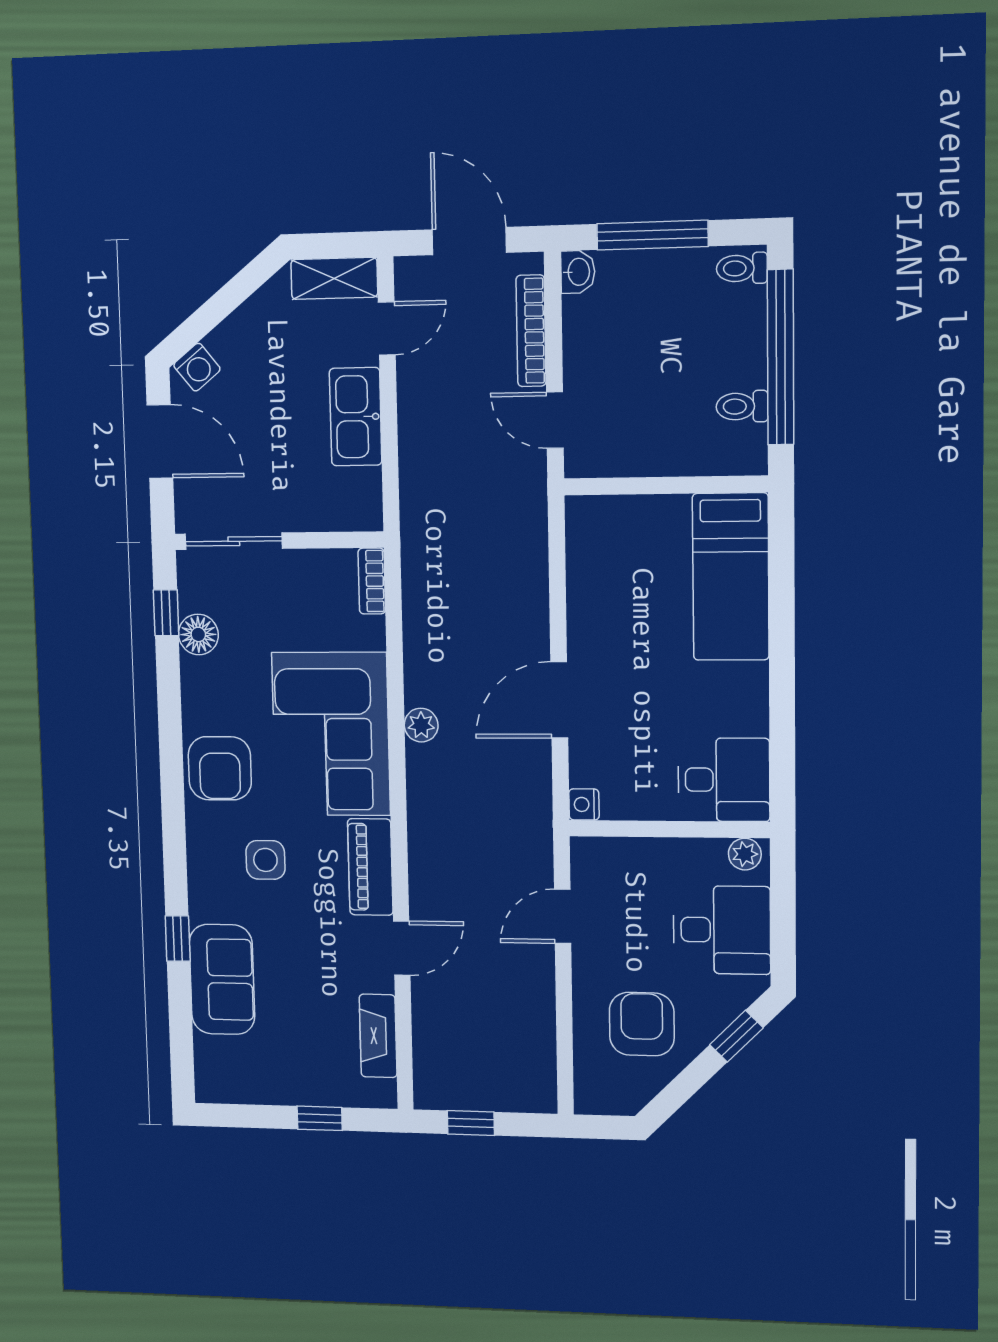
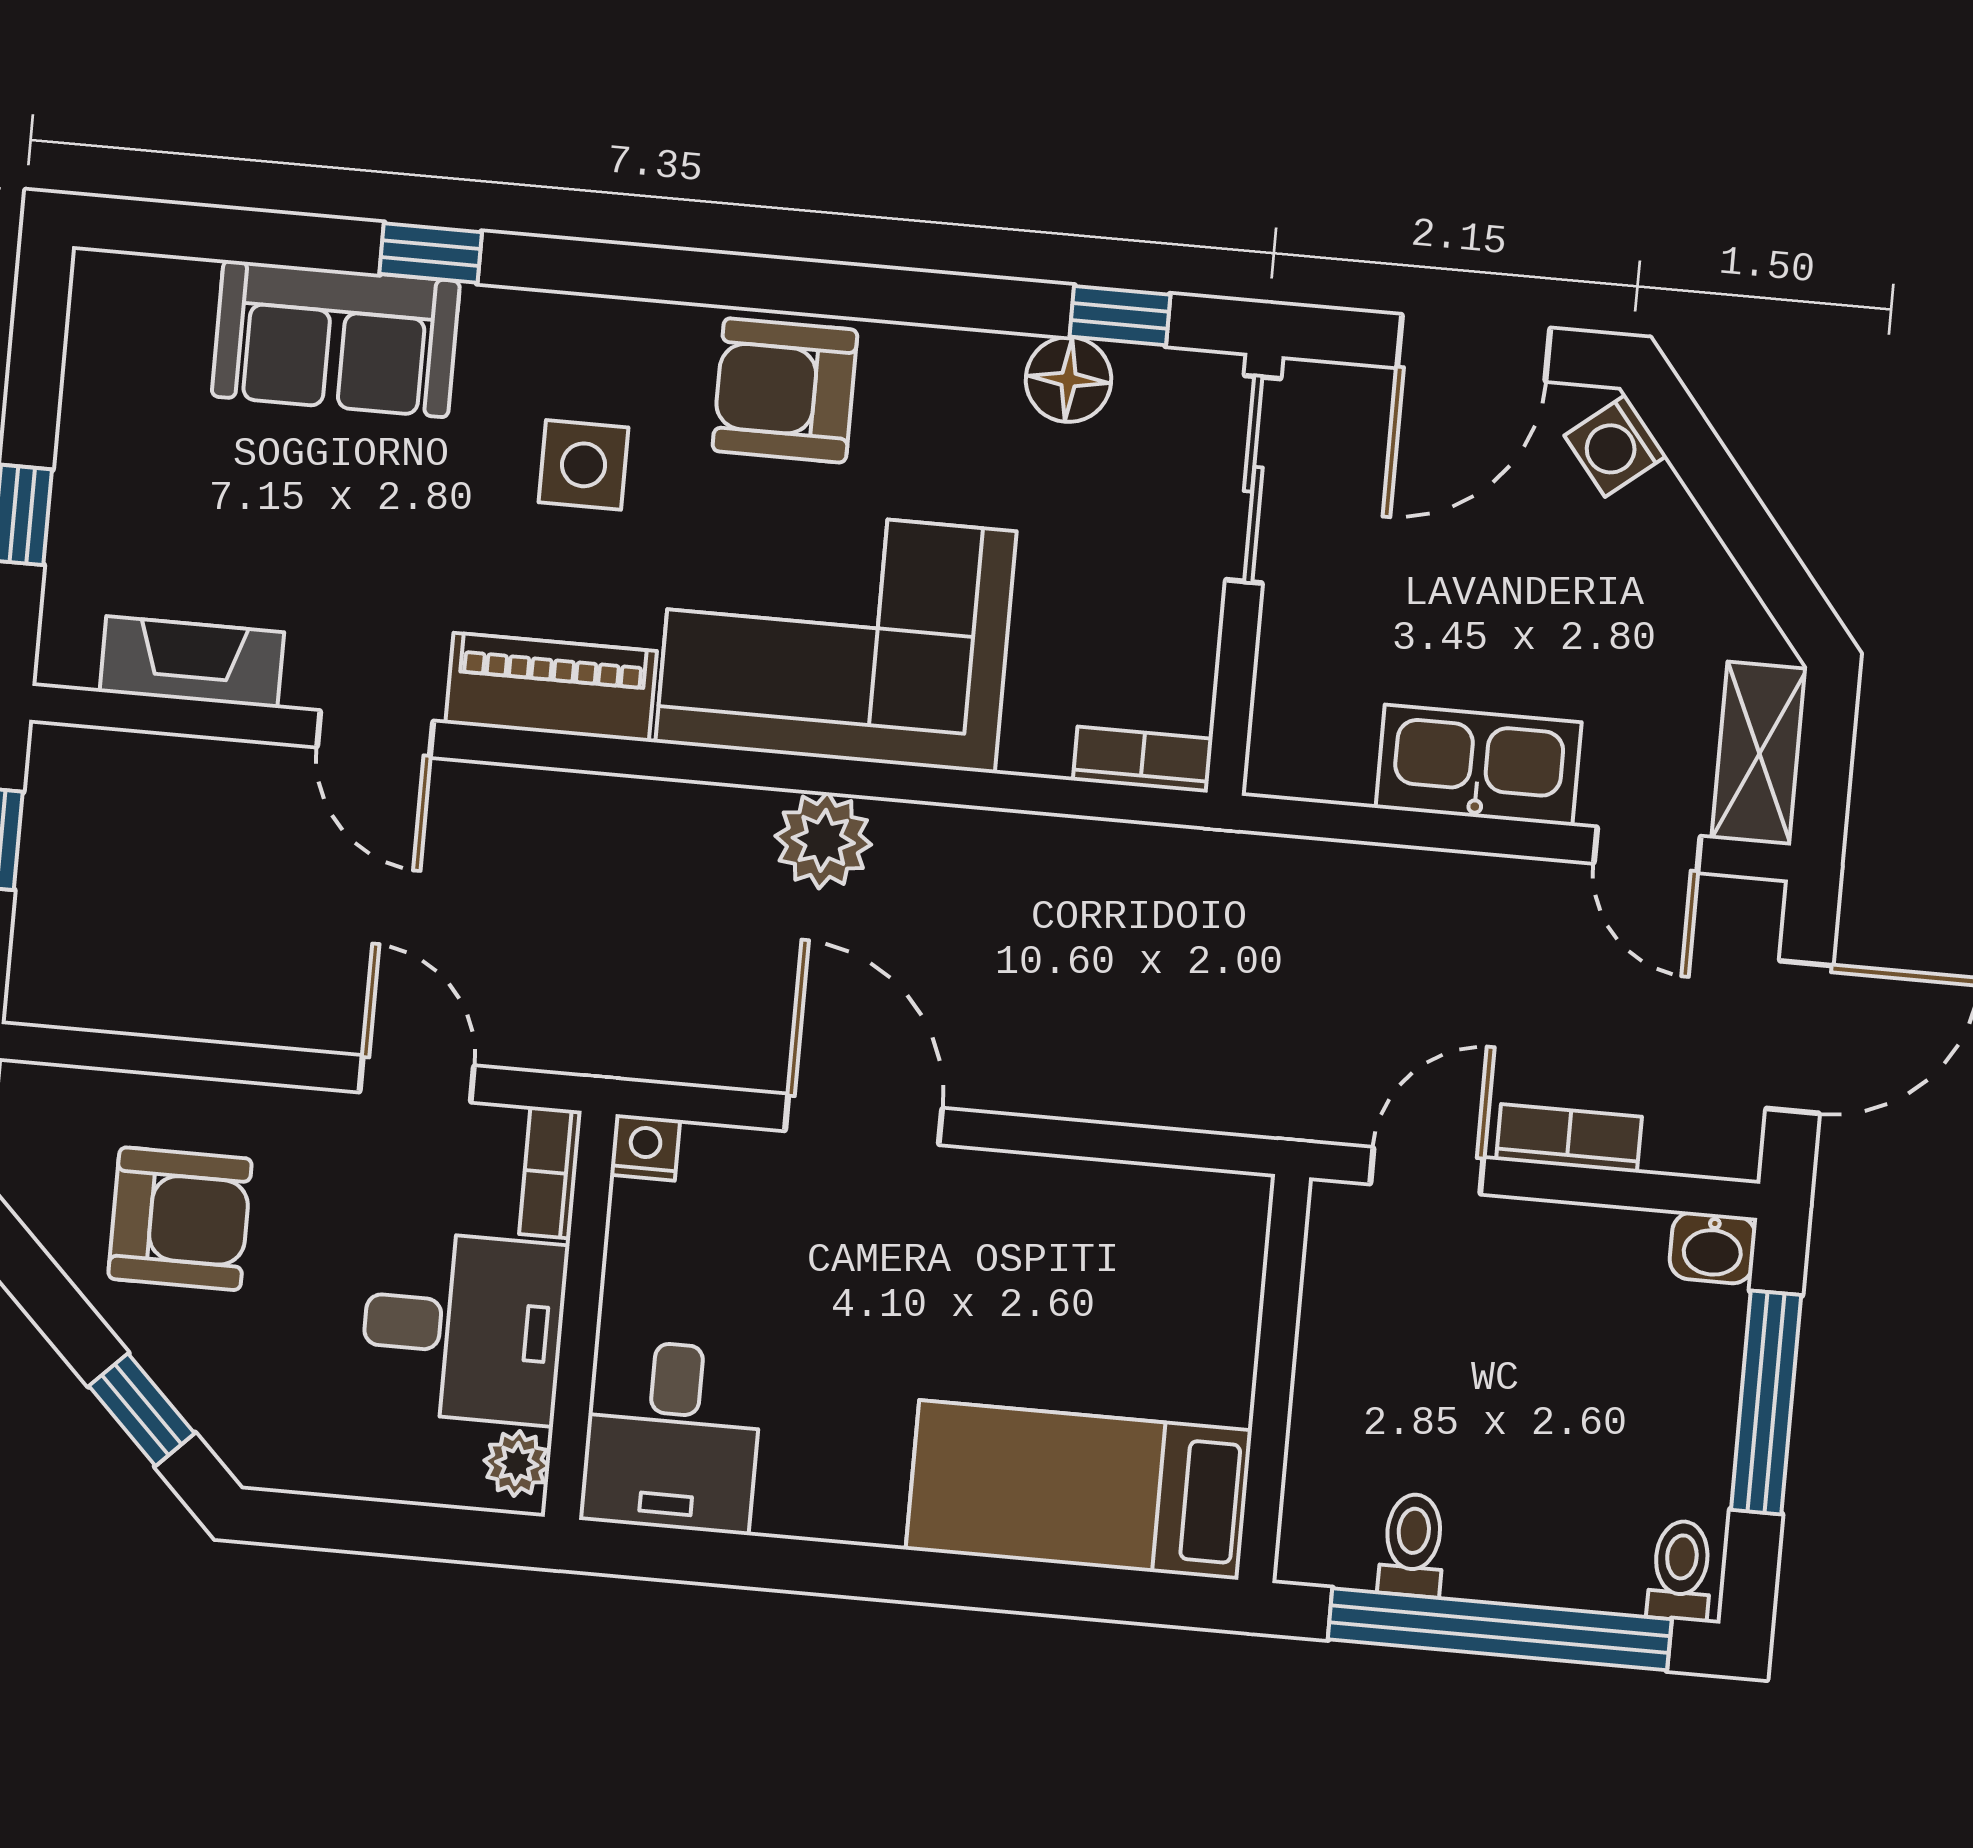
bookcase: (531, 331) -> (1569, 1138), width x0.64
plant: (421, 725) -> (823, 840), width x1.38, depth x1.38
bookcase: (601, 849) -> (550, 1172), added
desk: (722, 930) -> (463, 1327), moved, turned -90

